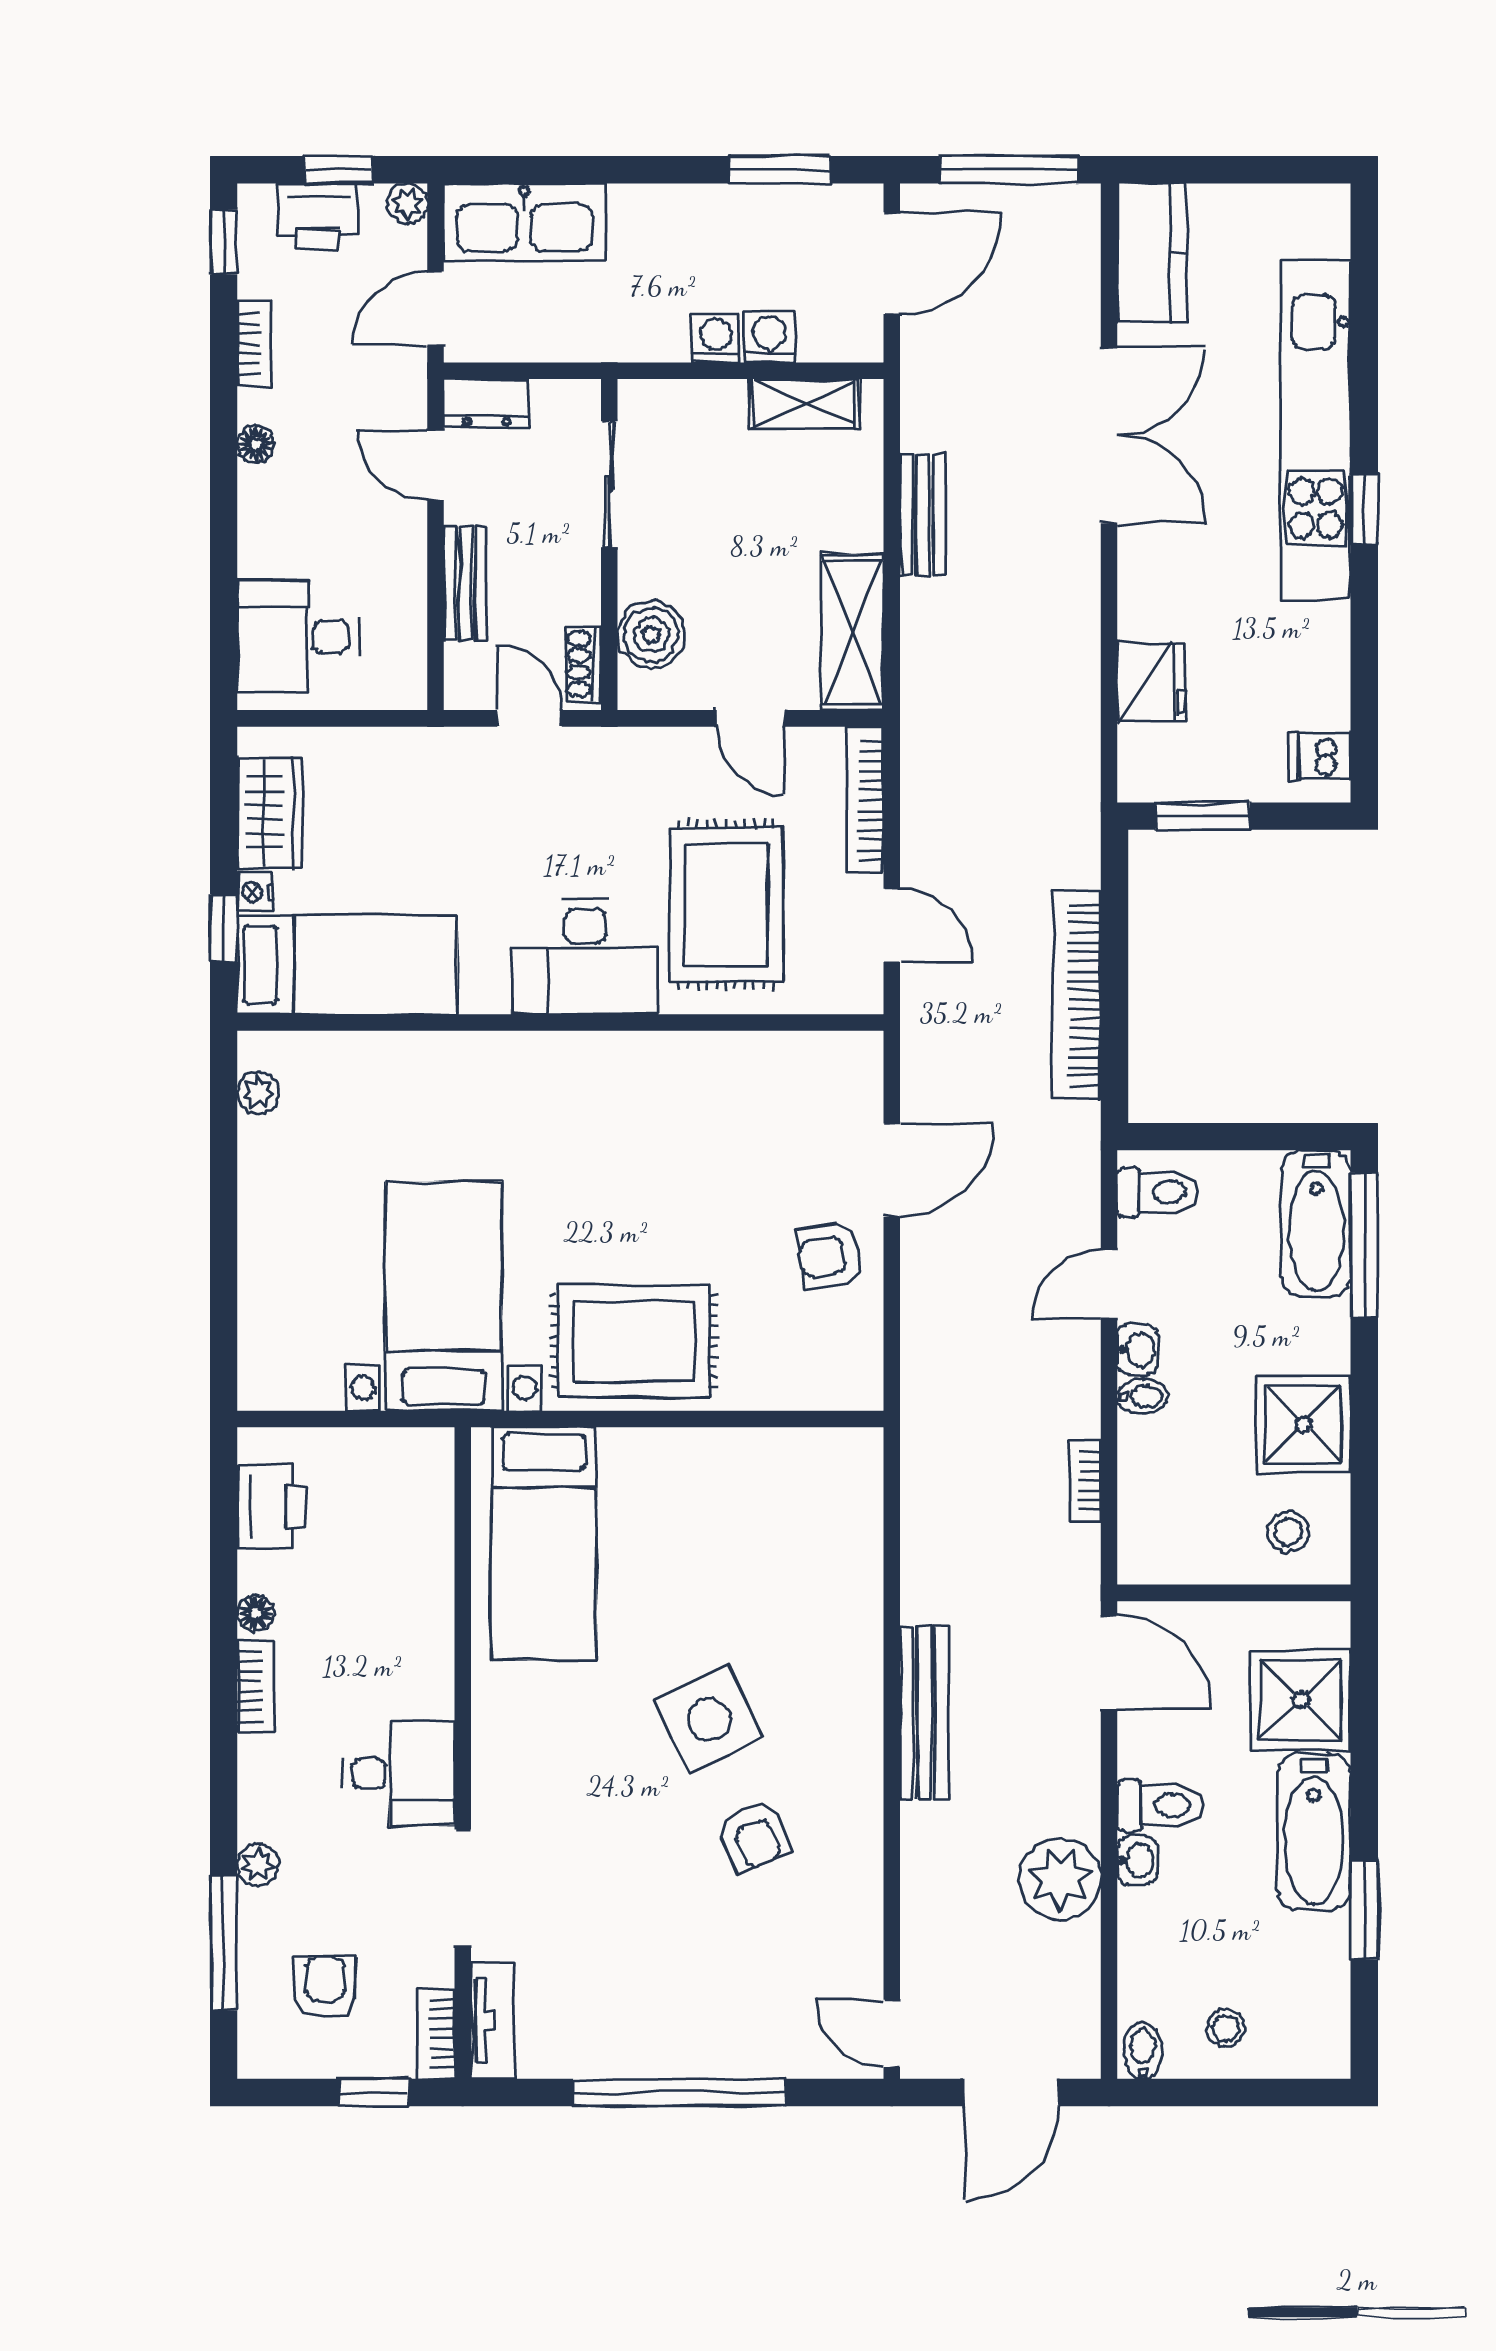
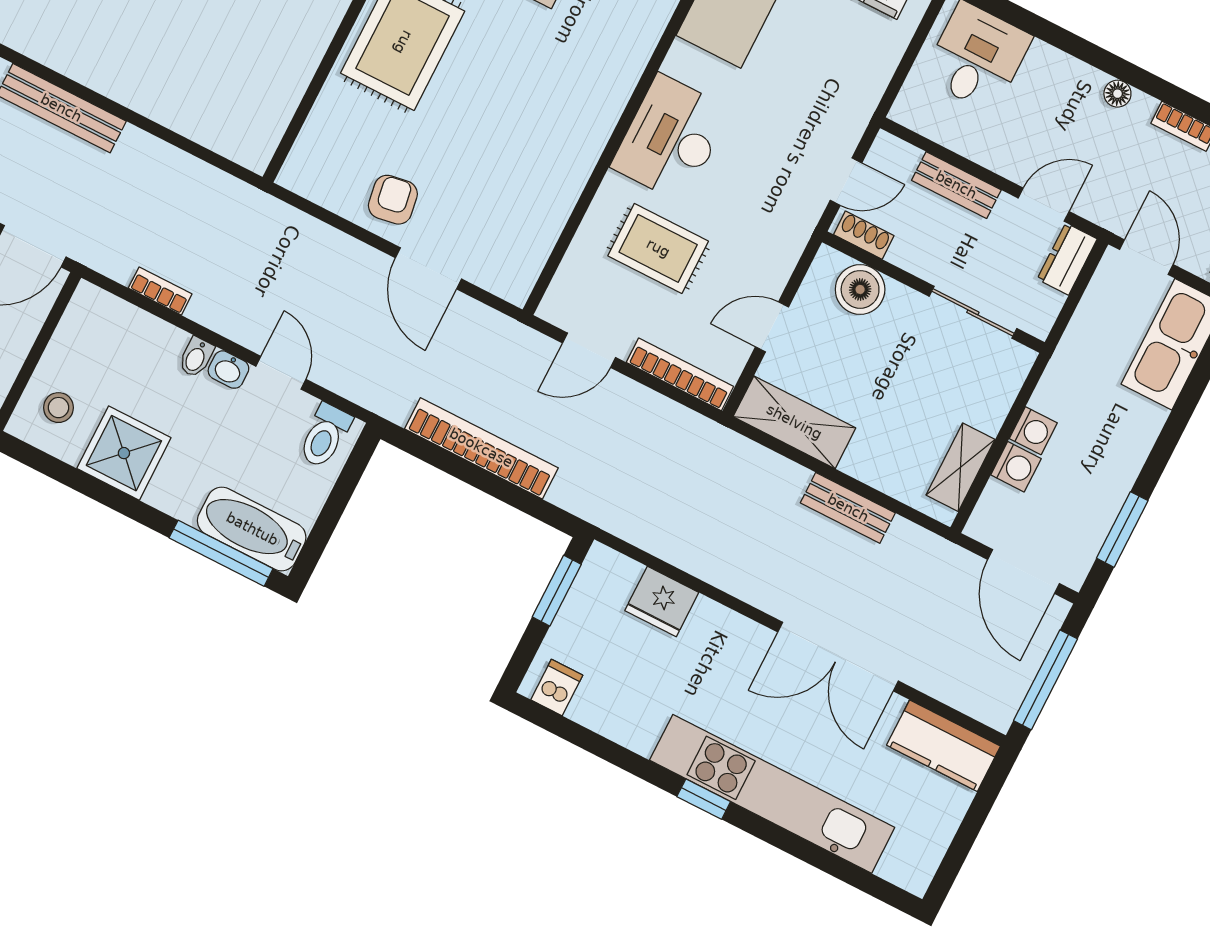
rug: (726, 905) -> (658, 248), width x0.73, depth x0.70

